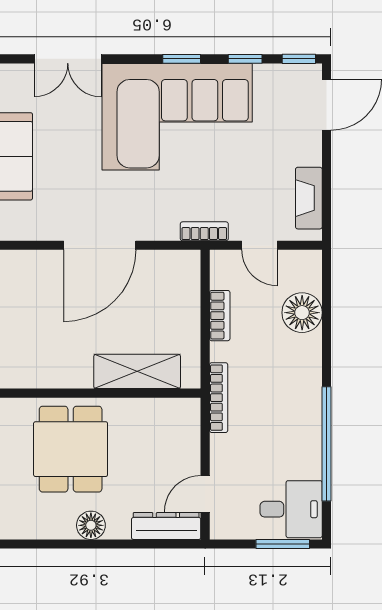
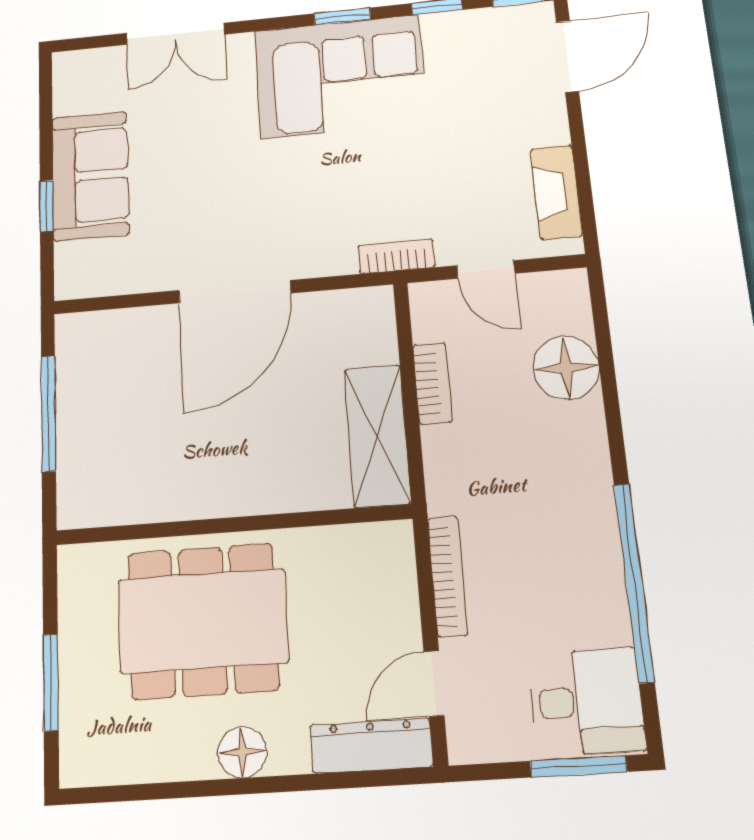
corner sofa: (177, 117) -> (340, 76), width x0.73, depth x0.74
shelving: (137, 371) -> (377, 436), moved, turned 90
bookcase: (219, 398) -> (448, 576), moved
dining table: (71, 449) -> (202, 621), width x1.37

